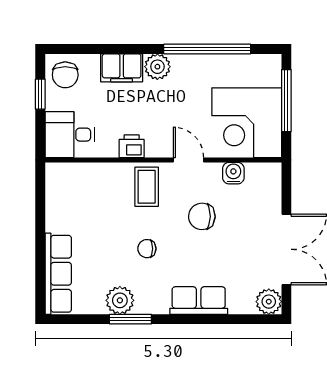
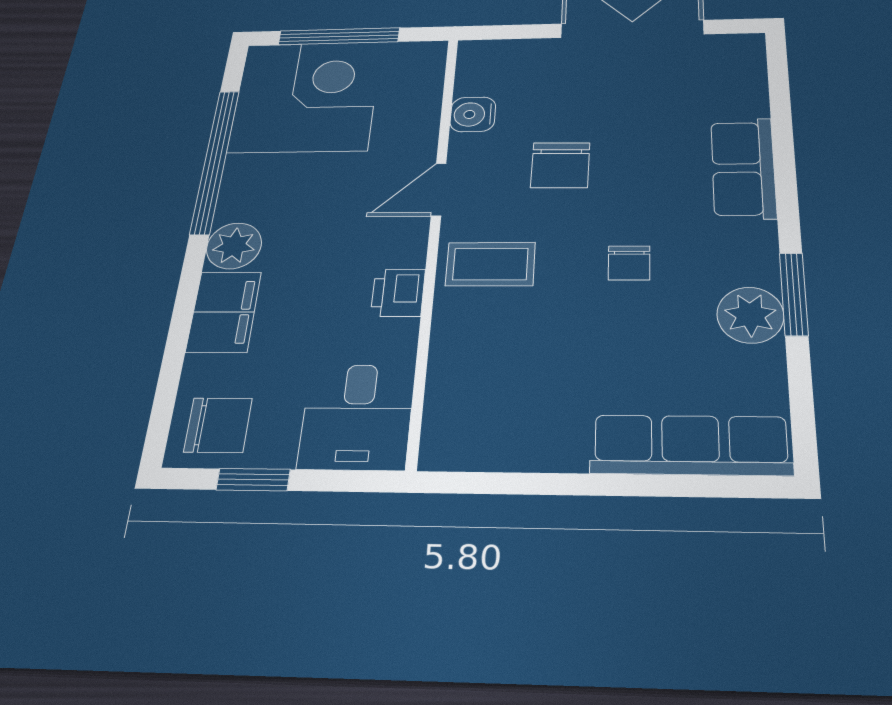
corner desk: (247, 123) -> (306, 97), moved, turned -90
plant: (269, 302) -> (740, 53), removed

